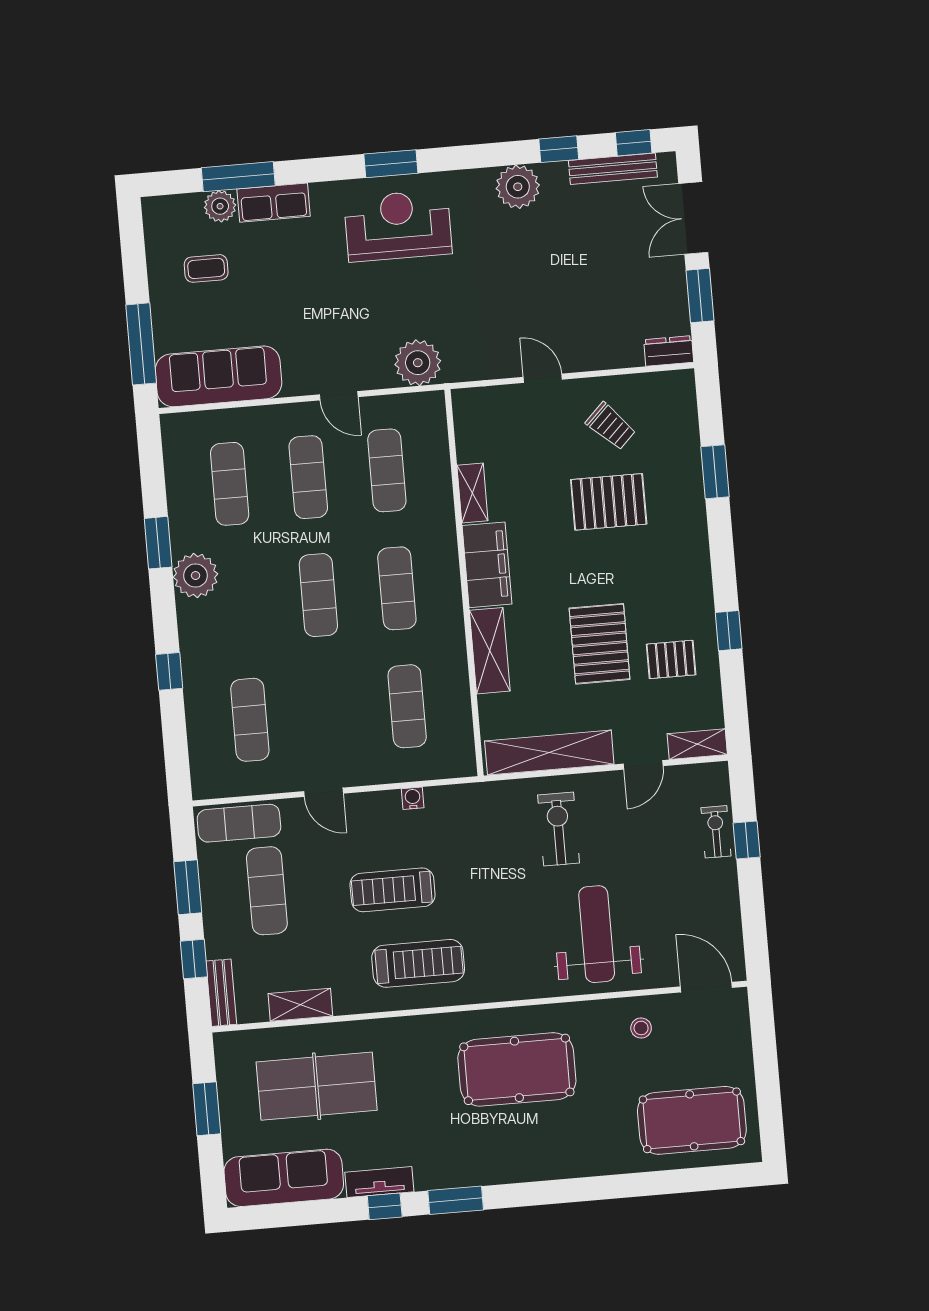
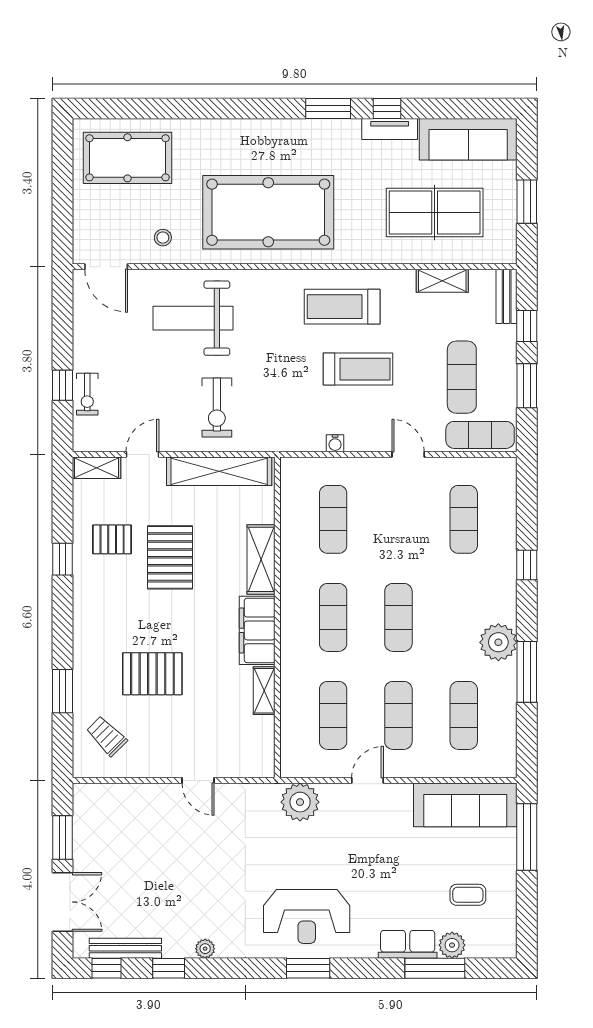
plant: (518, 187) -> (205, 949), width x0.53, depth x0.53
dresser: (669, 351) -> (92, 794), removed
door: (339, 396) -> (368, 780), hinge flipped
trolley: (611, 426) -> (107, 736), moved
window: (158, 543) -> (527, 672), width x1.44
weight bench: (597, 934) -> (193, 318), turned 90
pool table: (517, 1069) -> (268, 212), width x1.36, depth x1.32

